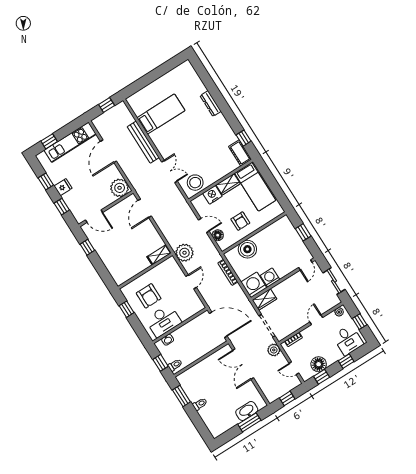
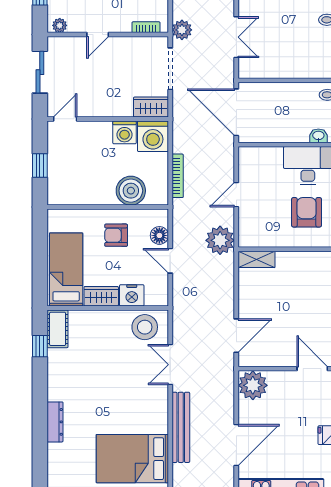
bed: (161, 114) -> (132, 459), width x1.50
armchair: (240, 221) -> (116, 235), turned -90
double door: (243, 364) -> (236, 37), width x0.73

